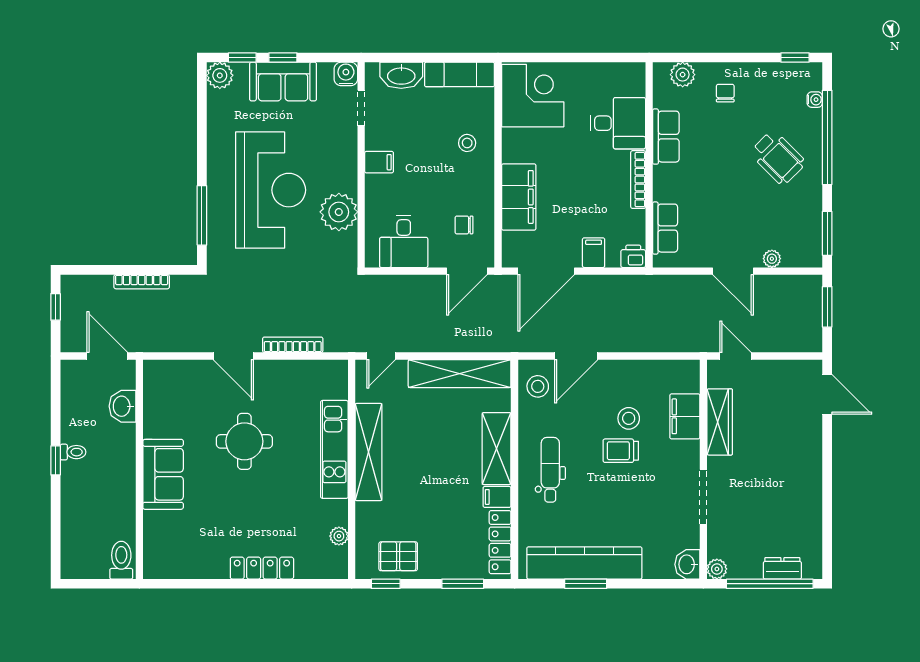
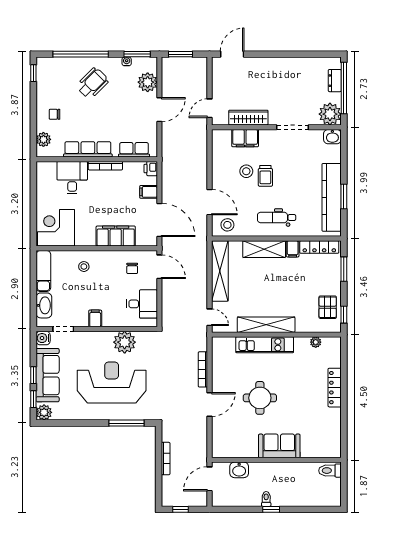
sofa: (283, 82) -> (48, 375), width x1.36
water cooler: (815, 100) -> (127, 61), moved
row of seats: (666, 137) -> (88, 149), width x1.48
plant: (772, 259) -> (148, 82), width x1.87, depth x1.87
plant: (717, 569) -> (330, 114), width x1.88, depth x1.88

